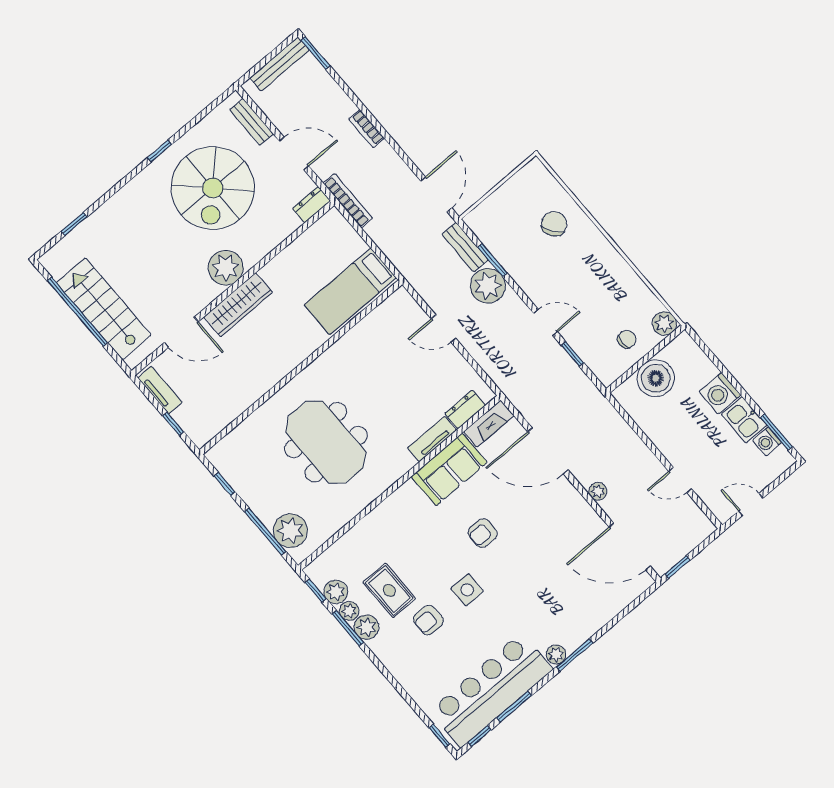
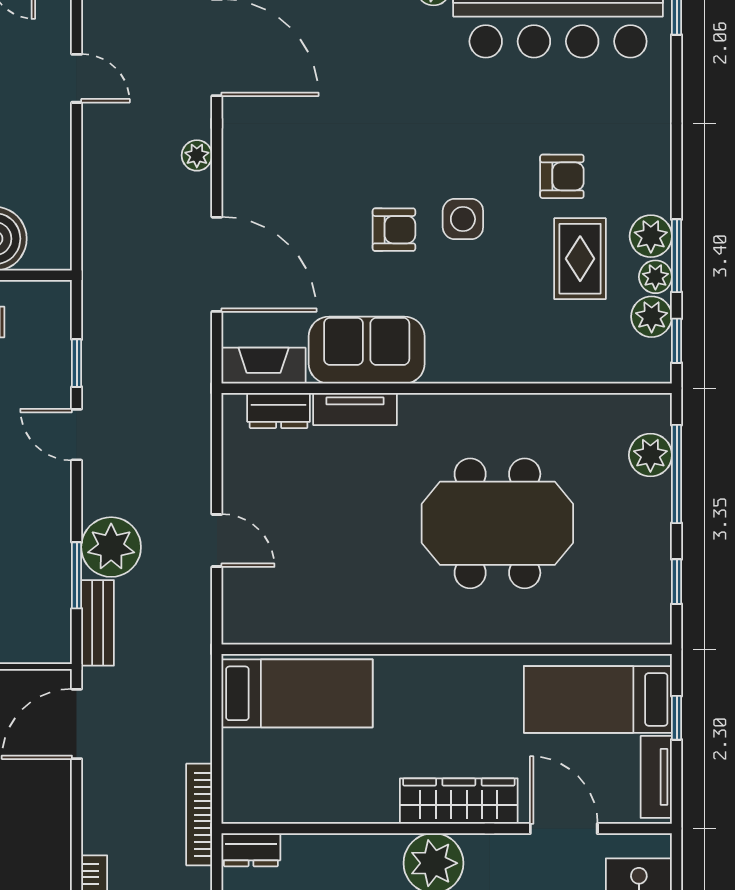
bed: (215, 402) -> (598, 699), added
meeting table: (326, 442) -> (497, 523), turned 90
plant: (290, 531) -> (650, 455), width x0.73, depth x0.73
side table: (467, 590) -> (463, 219), moved

